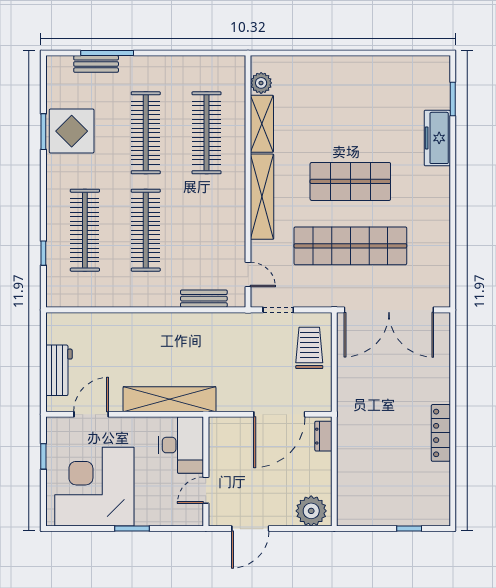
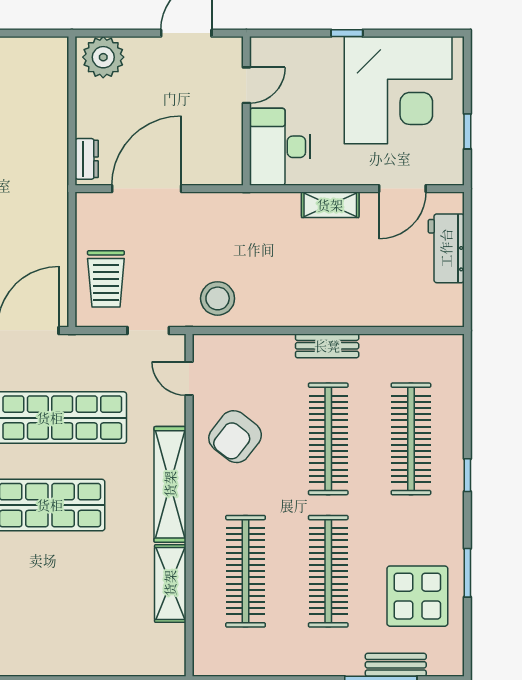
plant: (261, 83) -> (171, 639), removed
display table: (72, 131) -> (417, 596), moved
armchair: (214, 232) -> (235, 437), added
window: (43, 253) -> (467, 475), moved
bench: (204, 299) -> (327, 346), moved
stool: (227, 333) -> (218, 298), added
shelving: (170, 399) -> (330, 205), width x0.45, depth x0.75
window: (132, 529) -> (347, 33), width x0.67

